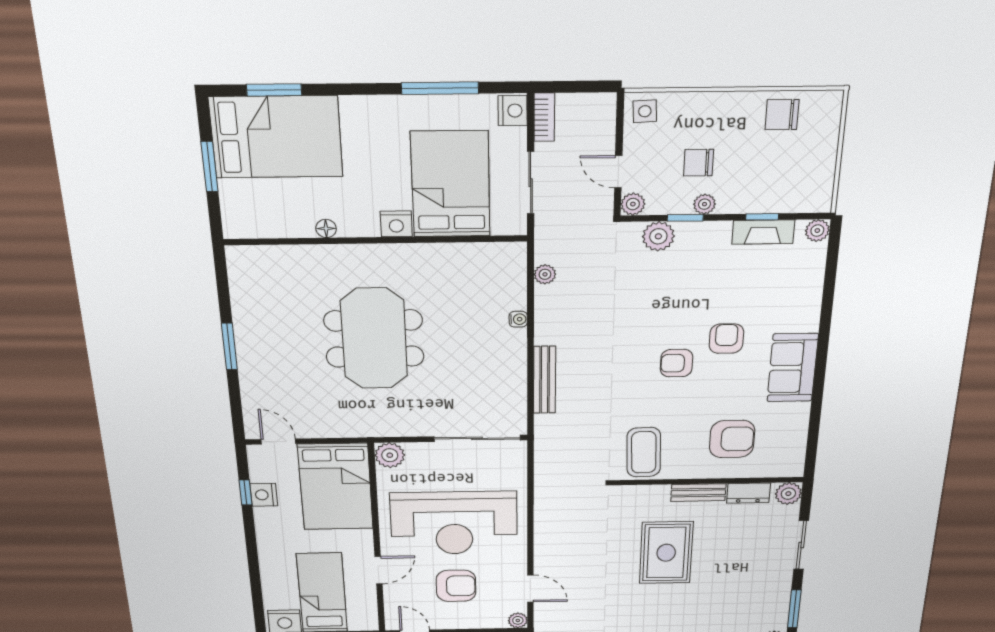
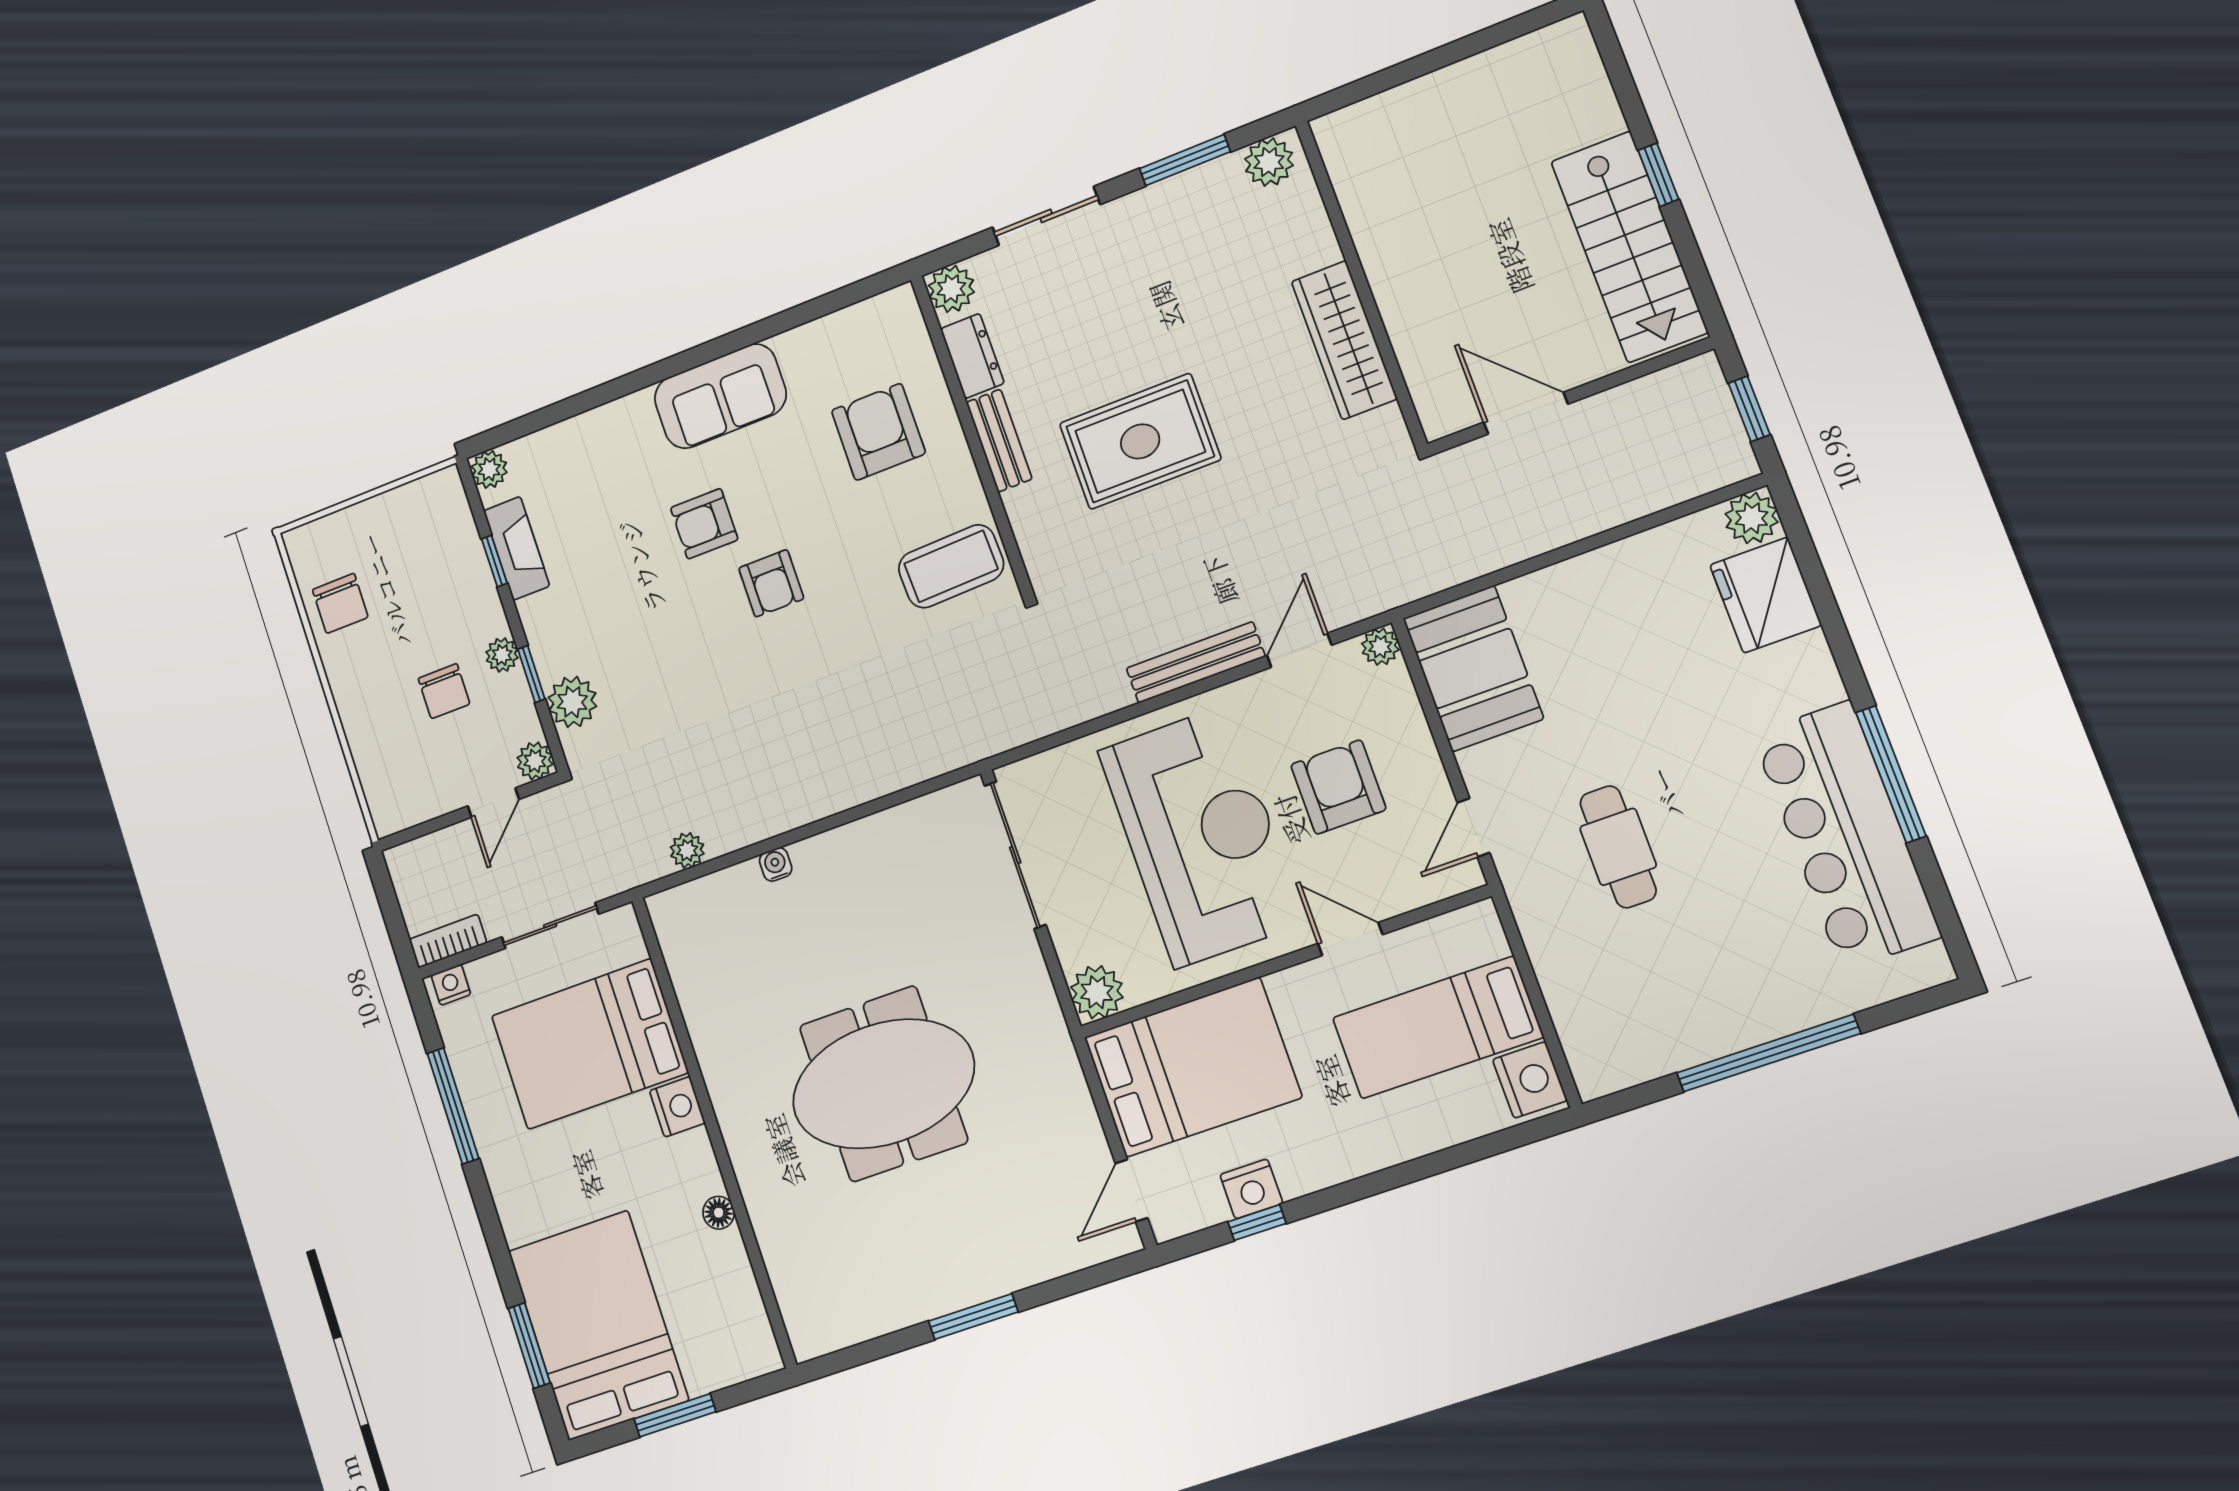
nightstand: (513, 111) -> (451, 985), width x0.72, depth x0.74
side table: (645, 111) -> (395, 800), removed
bench: (545, 380) -> (1196, 662), moved

